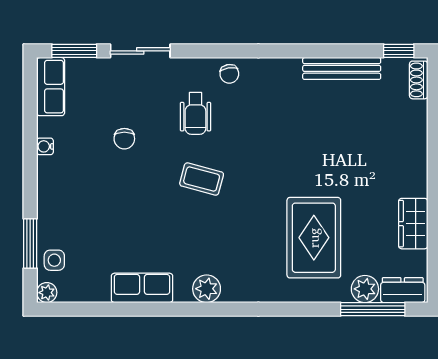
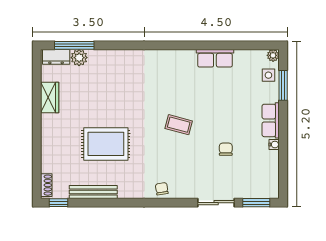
row of seats: (51, 87) -> (271, 120), moved
wheelchair: (195, 113) -> (182, 165), removed
rug: (314, 238) -> (106, 144), moved, turned 90
plant: (207, 289) -> (176, 58), removed

